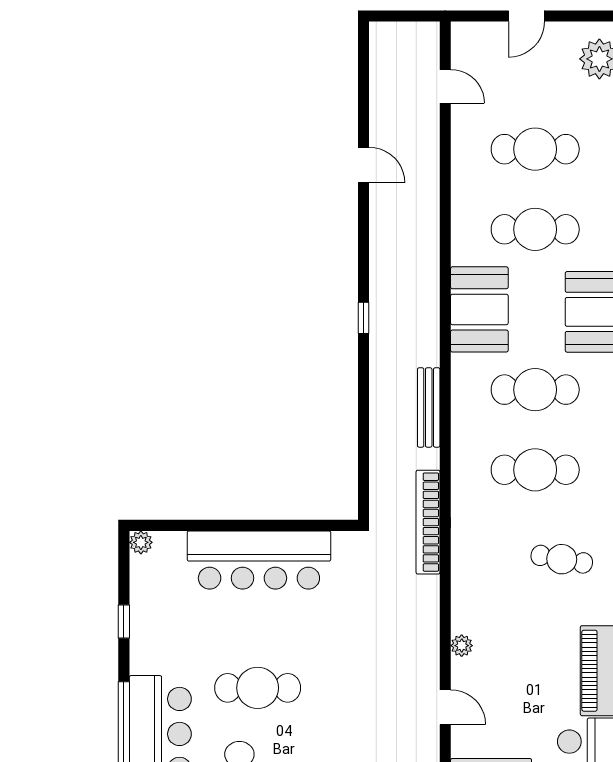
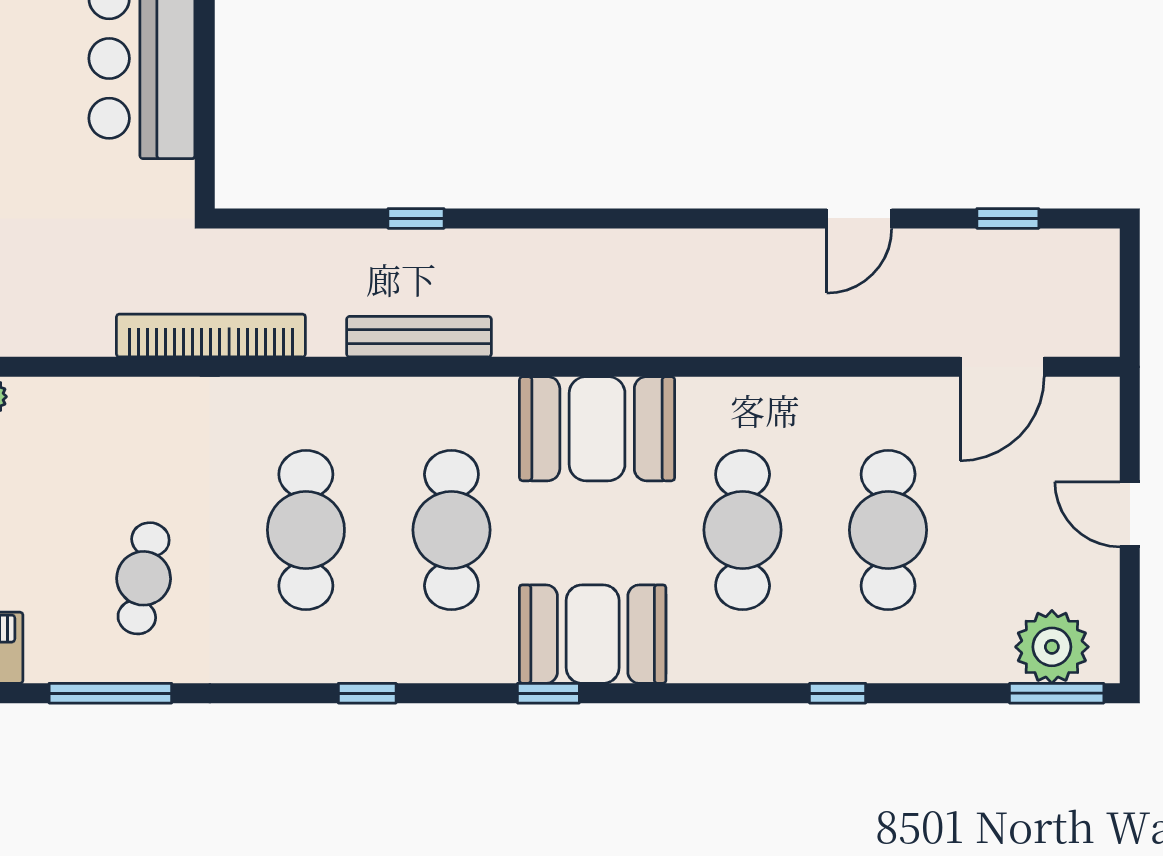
window: (364, 83) -> (1008, 218), added
door: (445, 86) -> (1002, 367), width x1.38
window: (364, 318) -> (416, 218), moved

